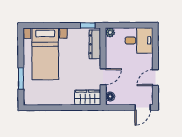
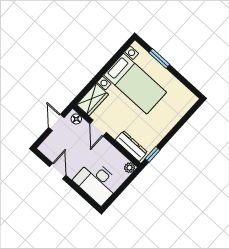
desk: (139, 40) -> (97, 182), width x1.37
bed with nightstands: (45, 54) -> (135, 84), moved, turned 180
door: (143, 107) -> (56, 122), moved

